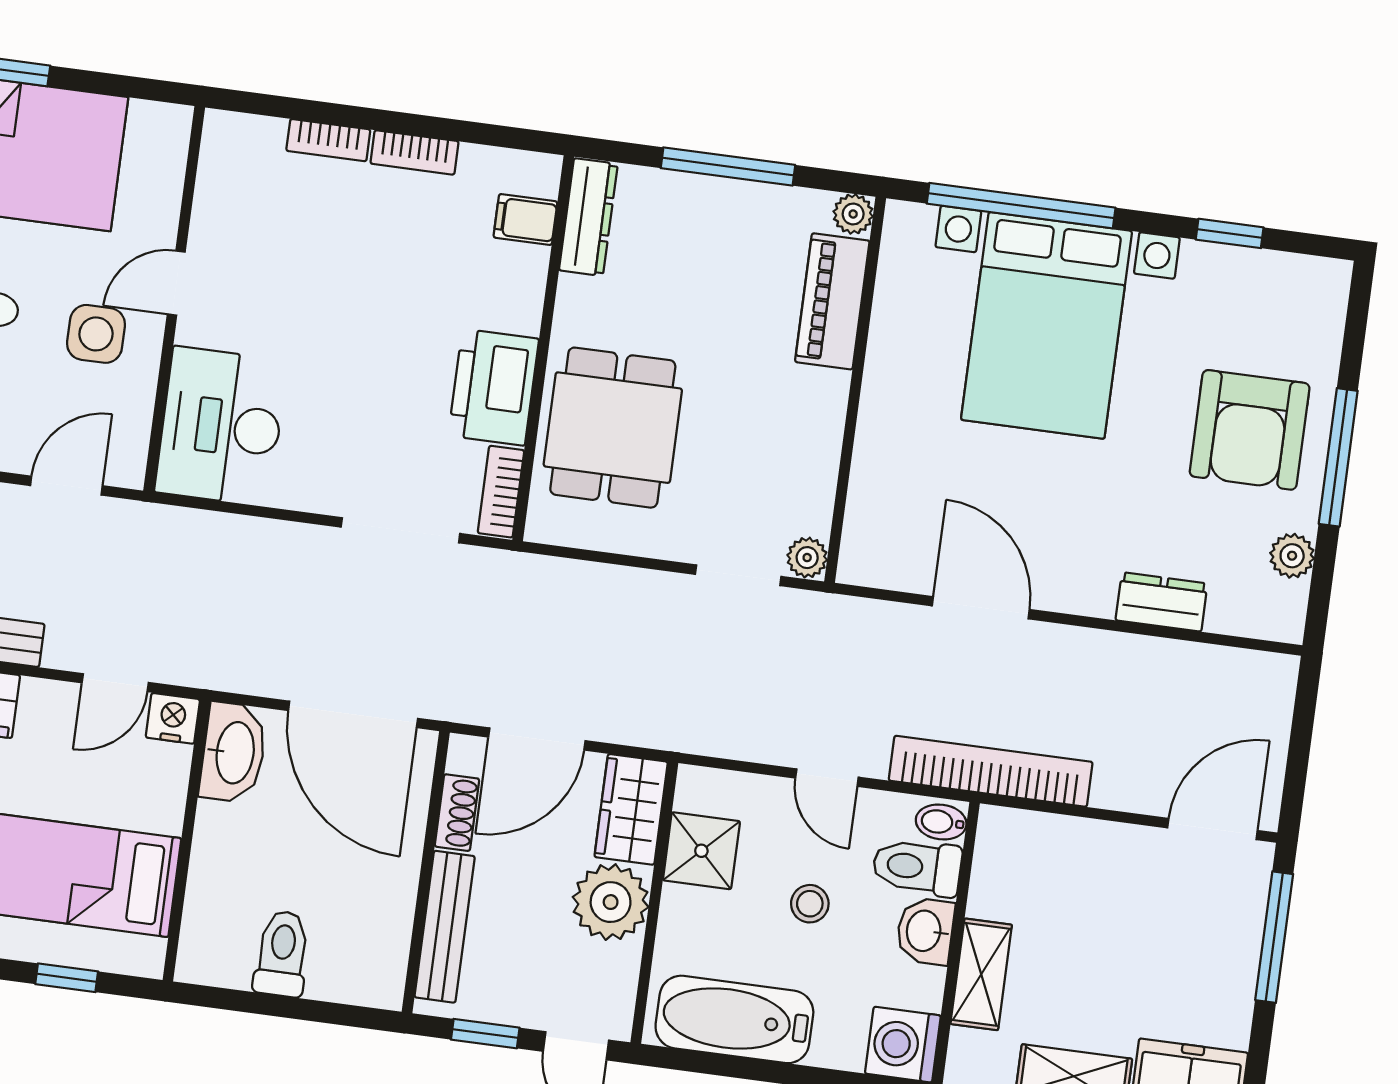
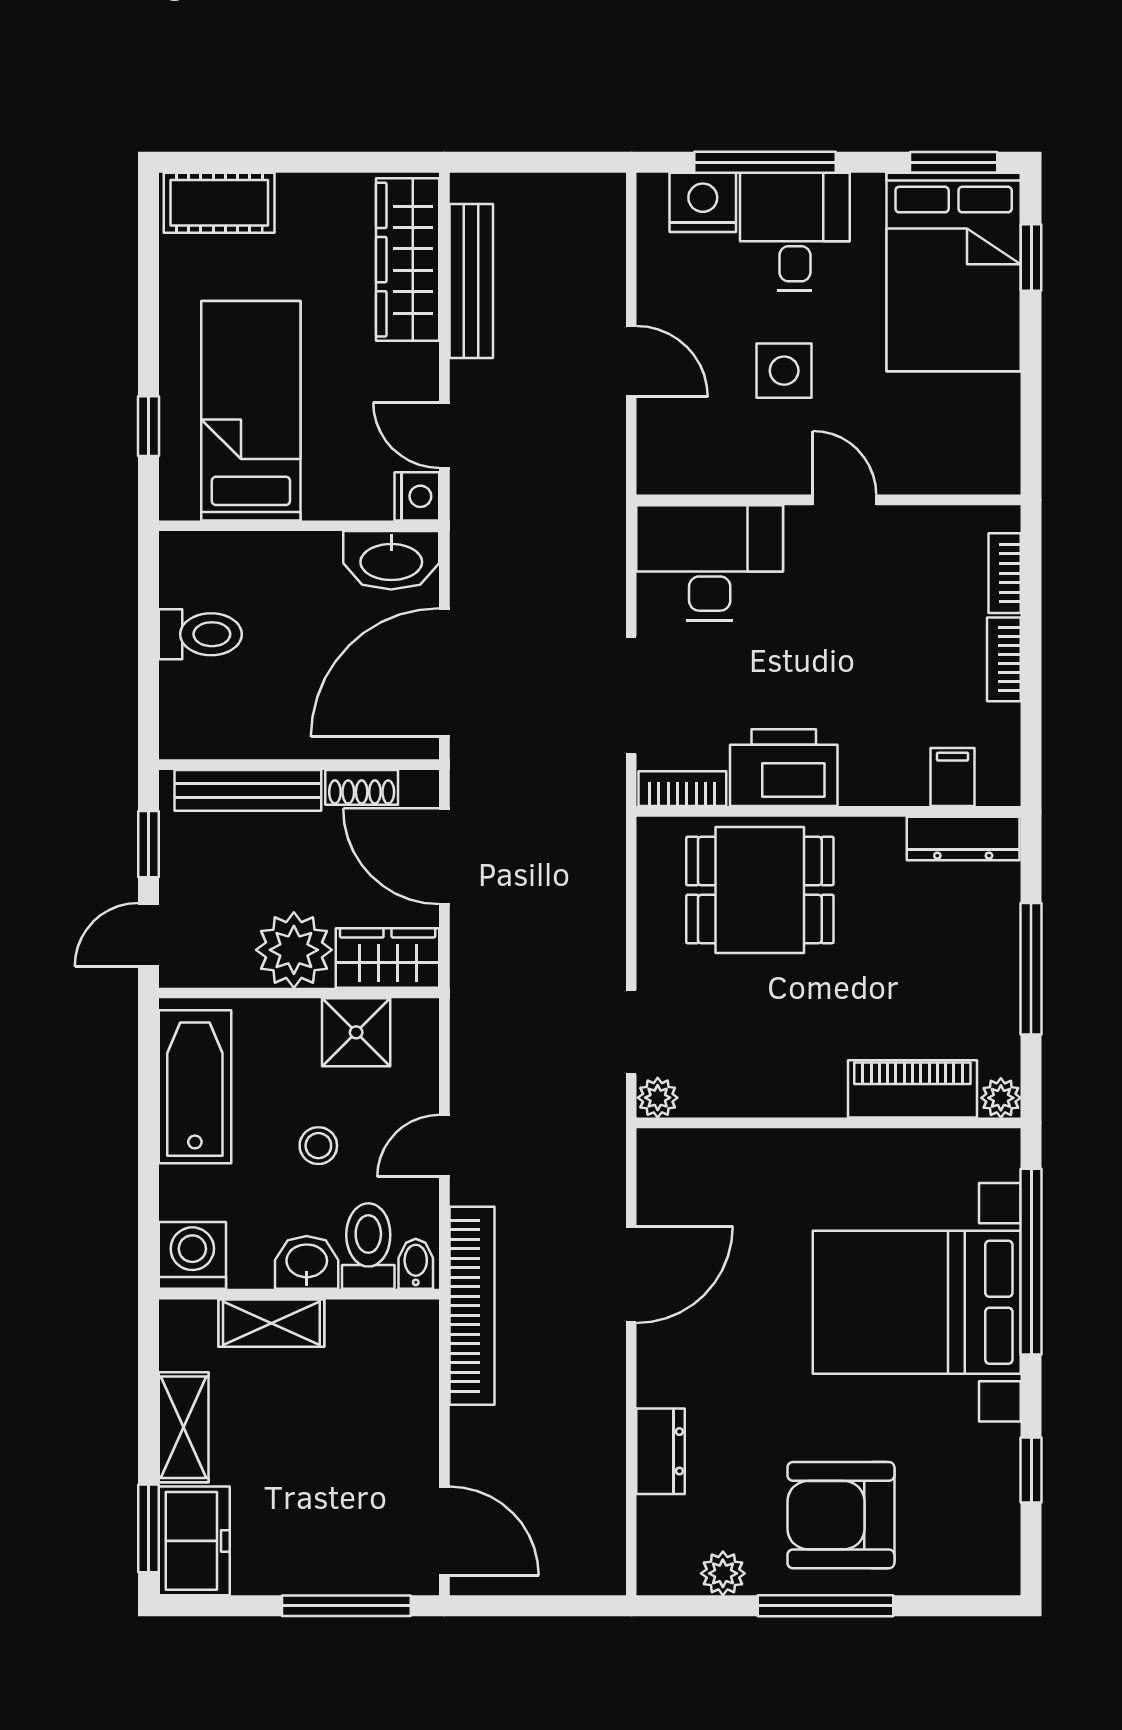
door: (176, 283) -> (845, 500), moved
wall: (174, 299) -> (829, 500), moved
desk: (221, 426) -> (710, 563), moved

